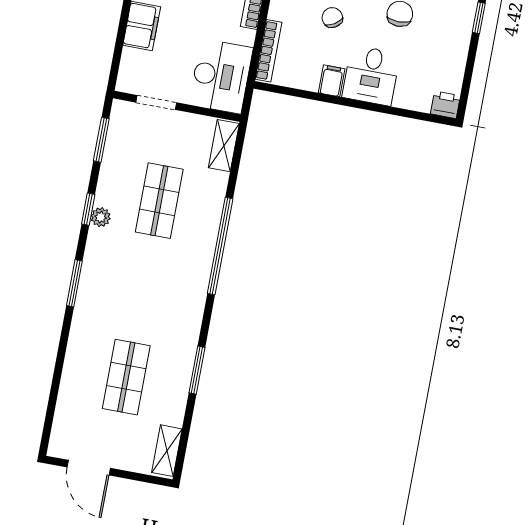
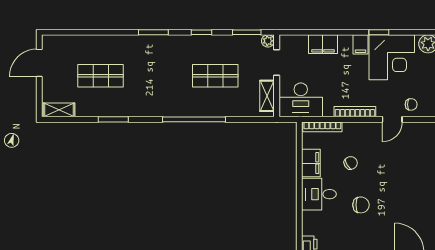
filing cabinet: (332, 81) -> (311, 163), width x2.00
shelving: (224, 146) -> (267, 96), moved, turned 90
plant: (101, 217) -> (268, 41), moved

